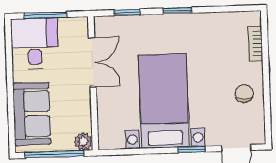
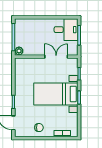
double door: (92, 62) -> (56, 57), swing flipped
bed with nightstands: (164, 101) -> (56, 94), moved, turned 180
sofa: (32, 114) -> (33, 27), removed

